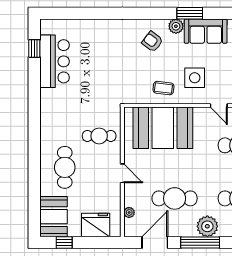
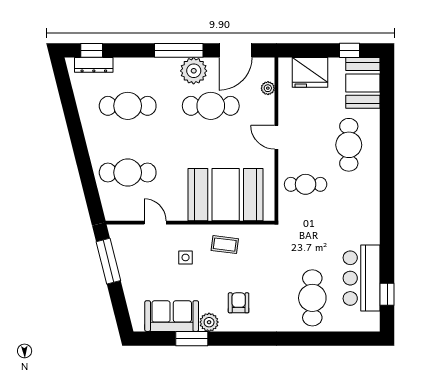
armchair: (152, 42) -> (239, 303), turned -127
cafe table: (94, 46) -> (312, 298), added
side table: (195, 78) -> (186, 257), width x0.54, depth x0.54
plant: (207, 226) -> (194, 71), moved

